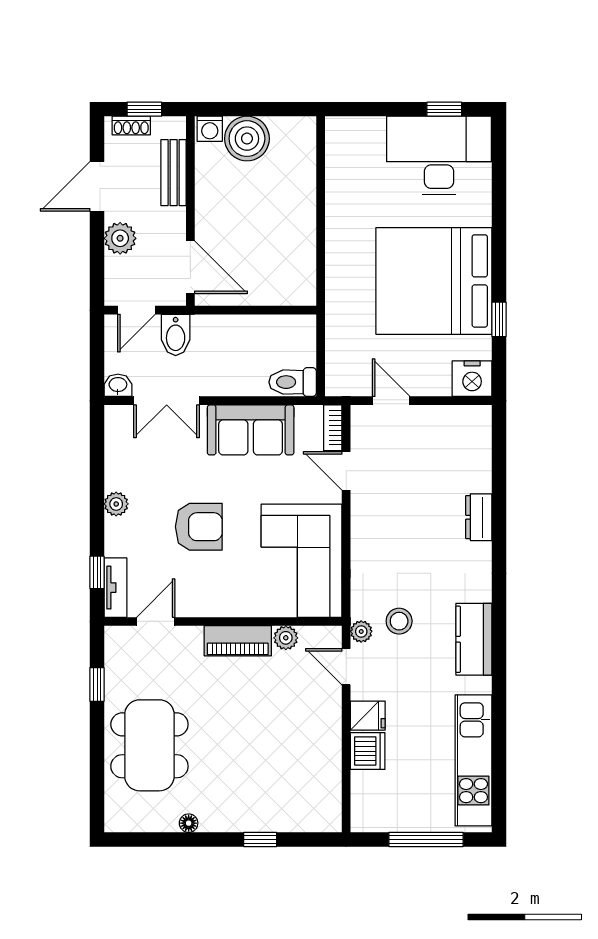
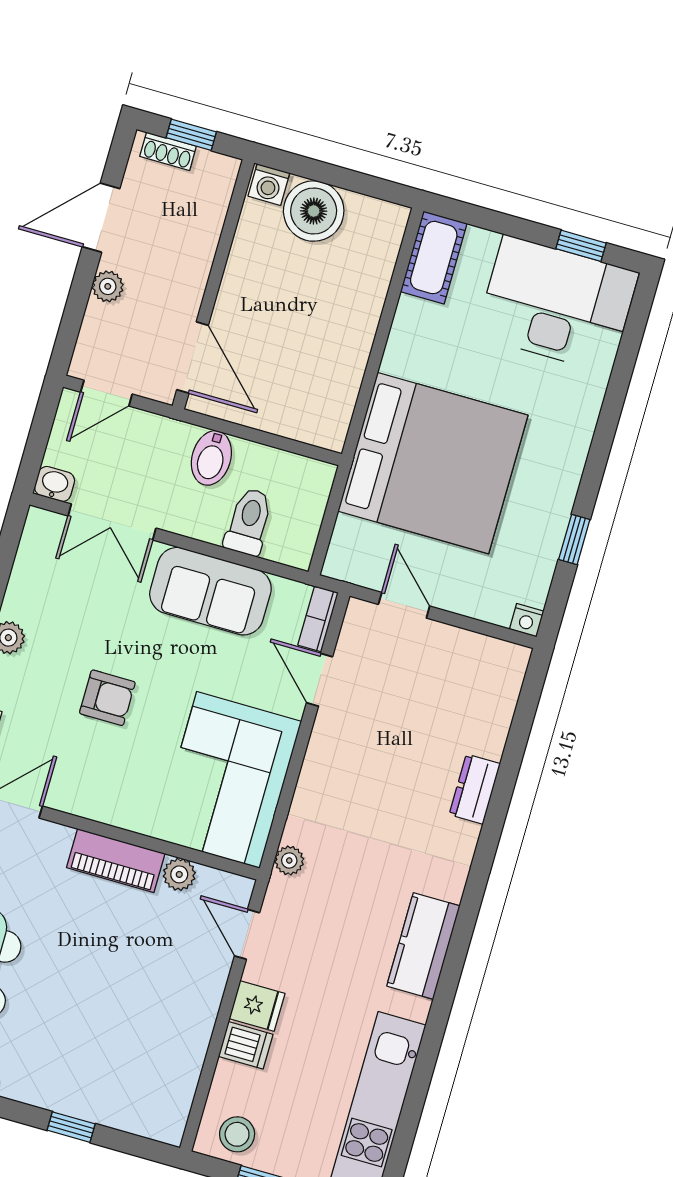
cot: (342, 147) -> (434, 258), added
bench: (174, 173) -> (206, 228), removed
plant: (120, 238) -> (108, 286), width x0.73, depth x0.73
bed: (434, 281) -> (433, 463), moved, turned 180
bidet: (176, 335) -> (211, 458), moved
nightstand: (472, 379) -> (527, 620), width x0.53, depth x0.56
toilet: (293, 382) -> (249, 522), moved, turned 90
armchair: (199, 527) -> (107, 698), width x0.72, depth x0.72
stool: (399, 621) -> (237, 1134), moved
plant: (361, 631) -> (289, 860), moved
dishwasher: (368, 751) -> (246, 1045), width x0.73

